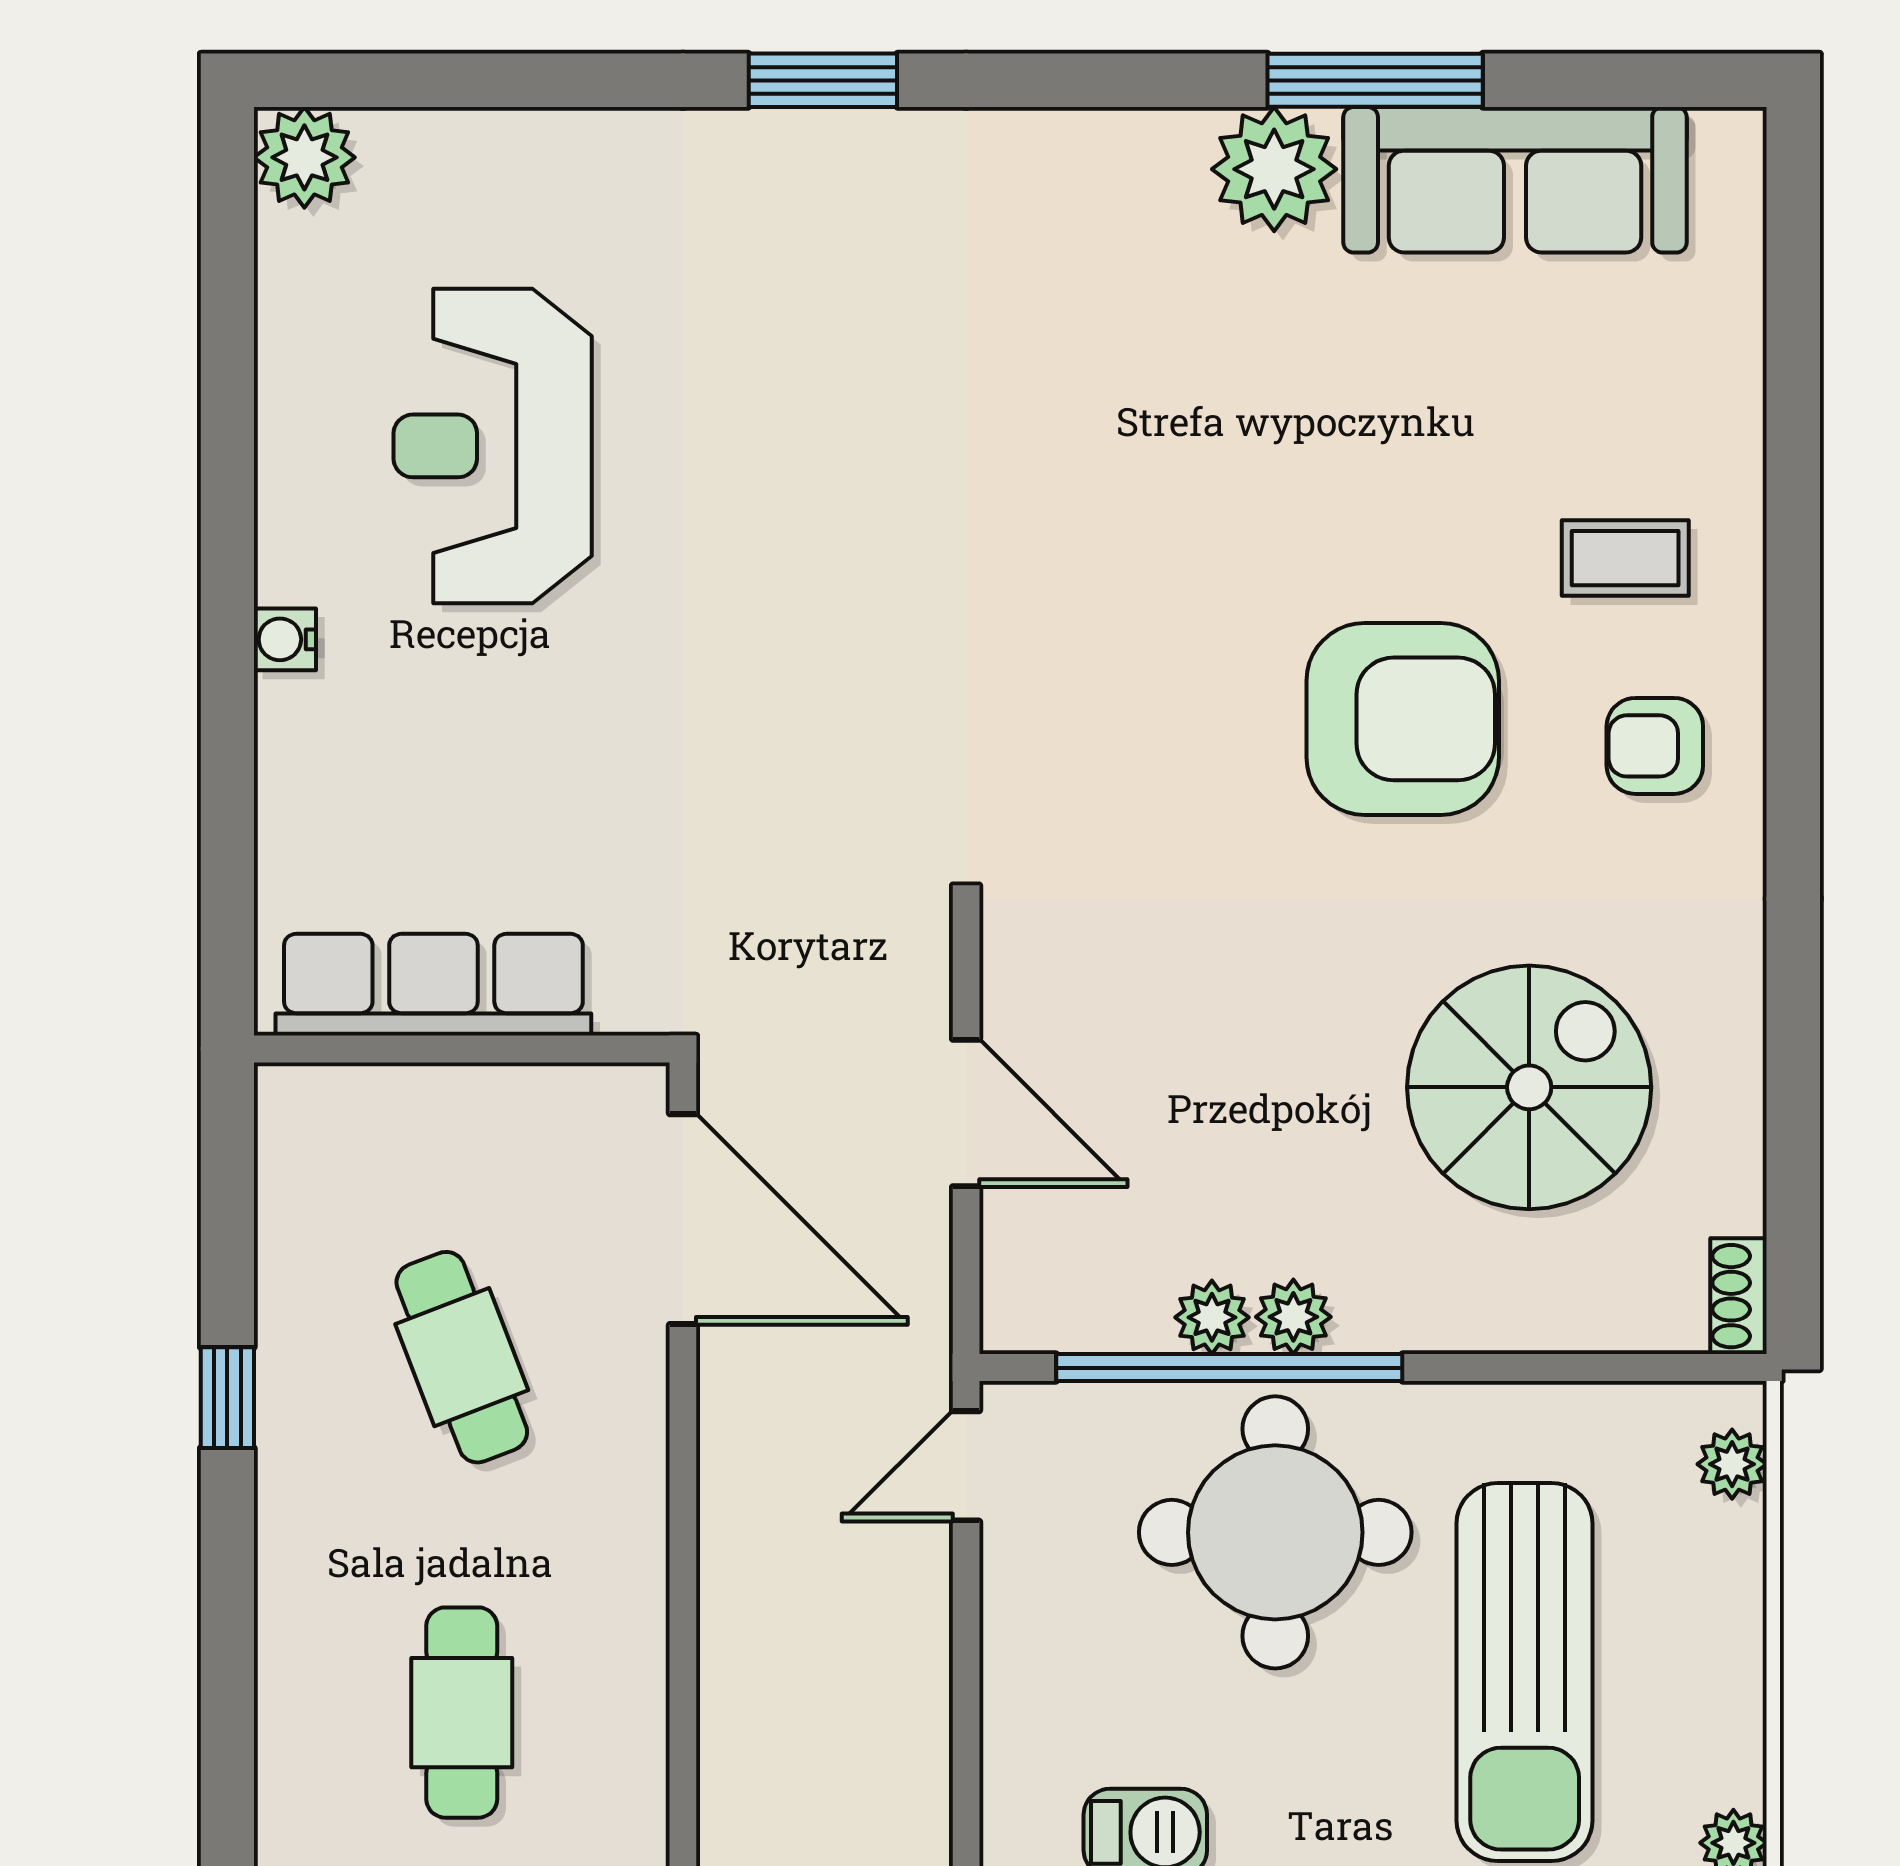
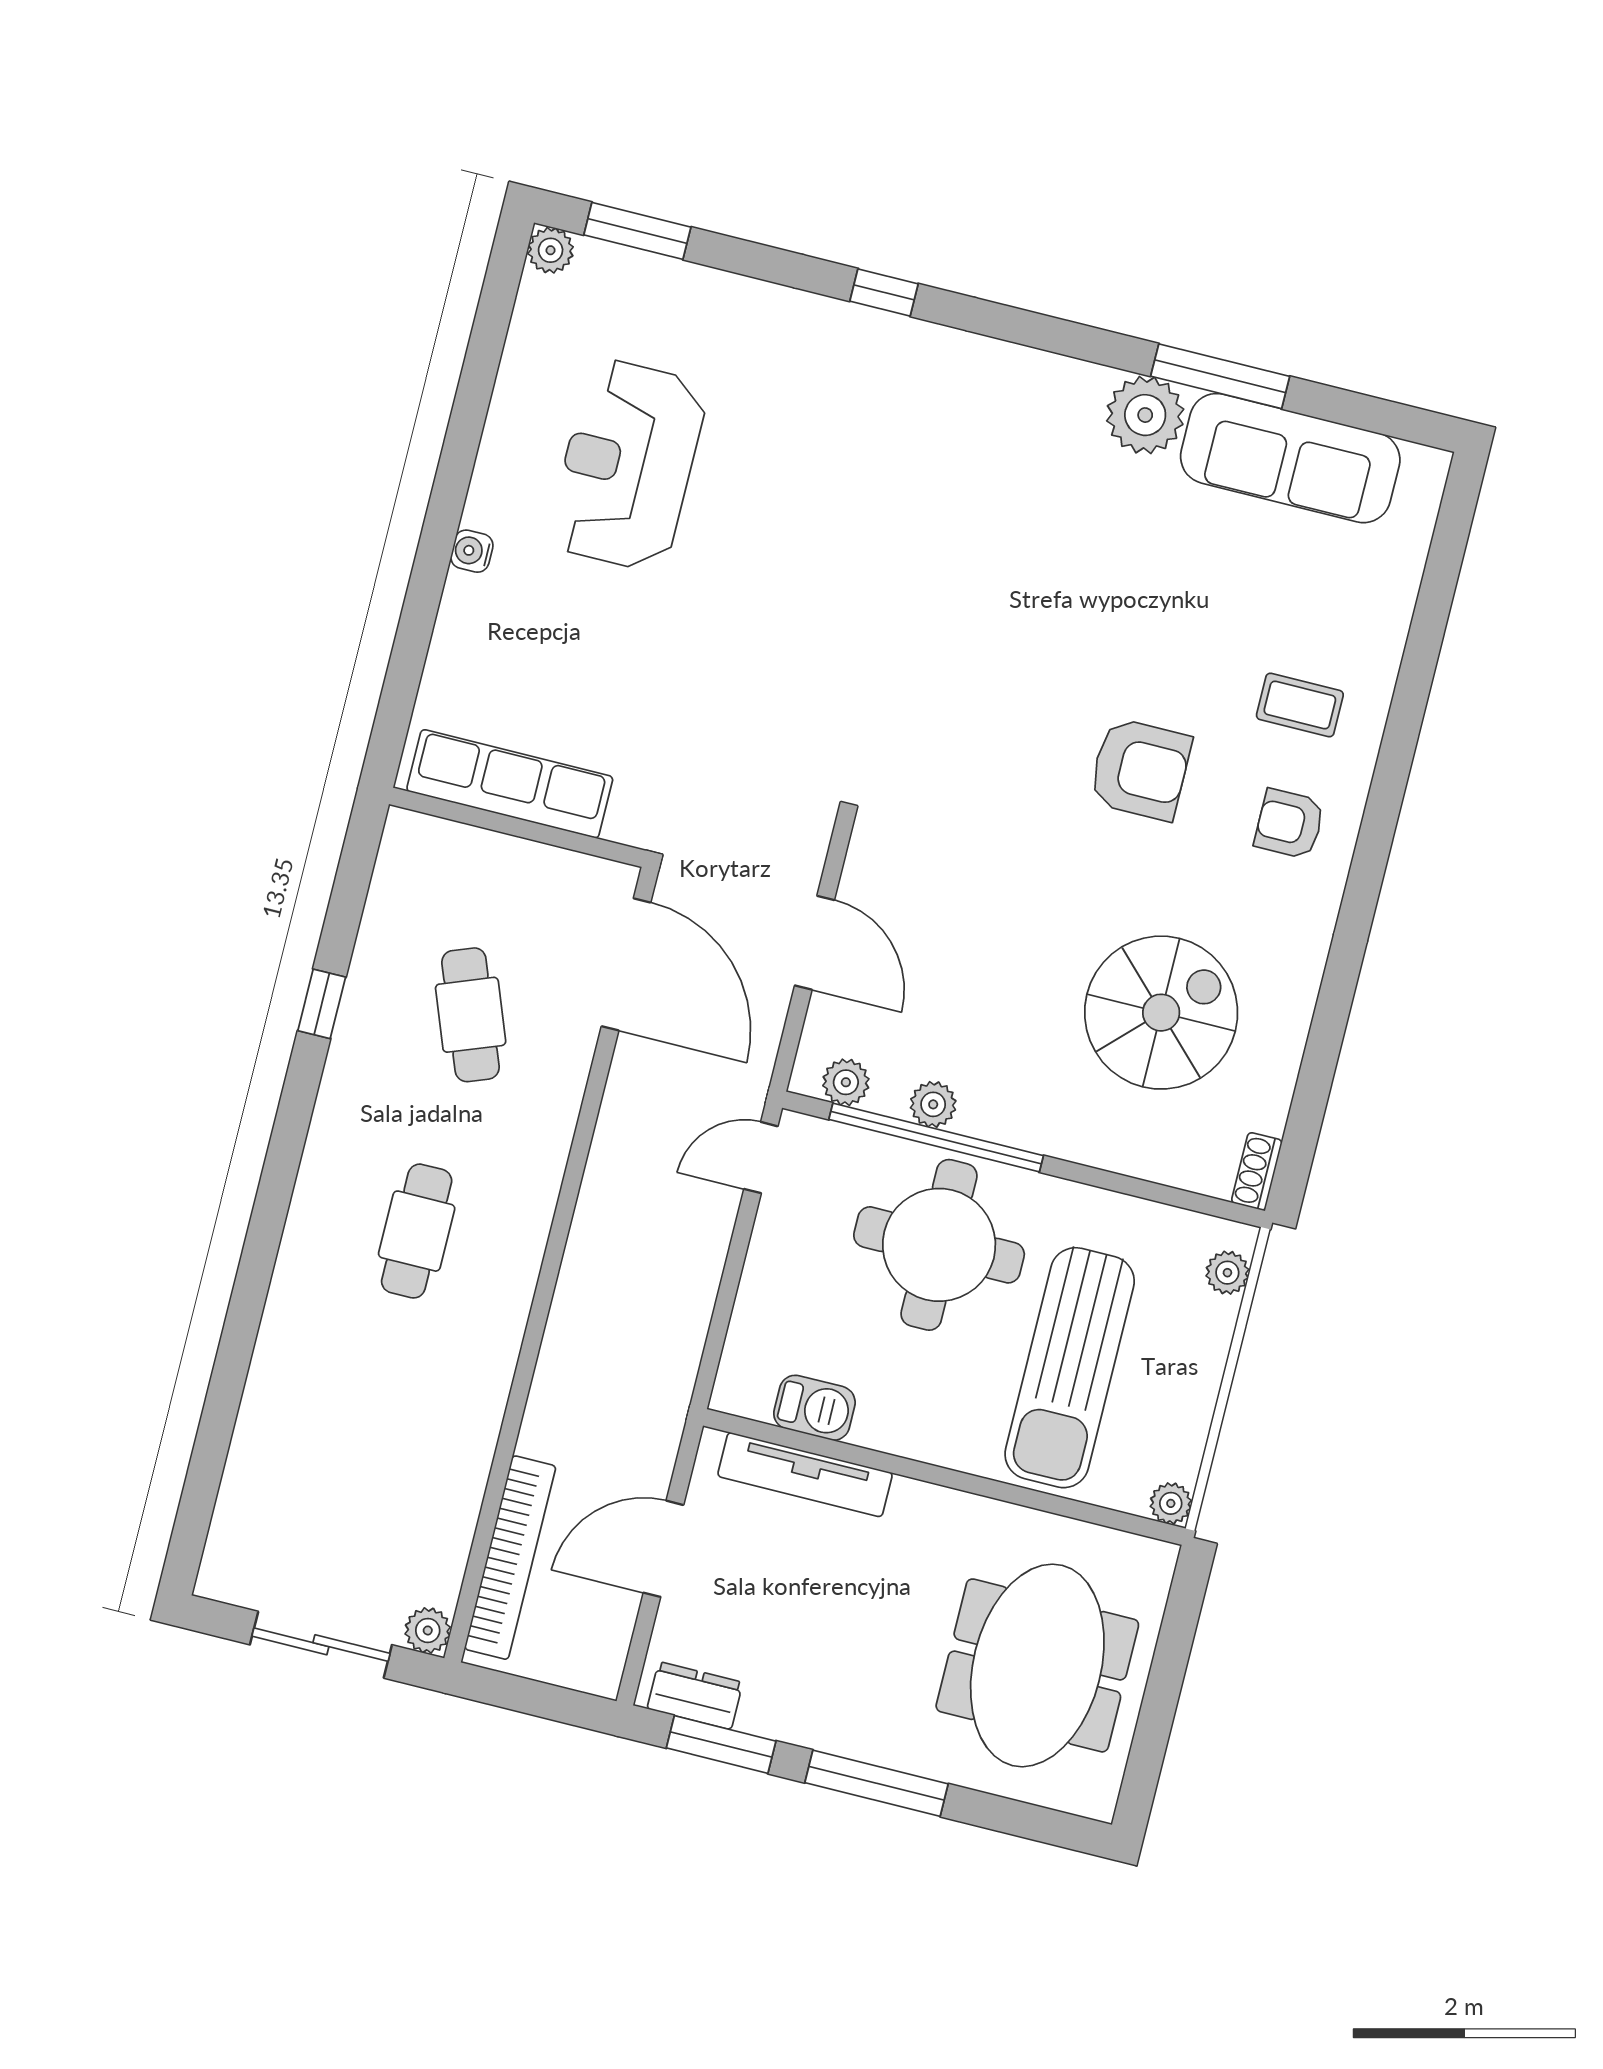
window: (418, 80) -> (637, 231), added
window: (823, 80) -> (884, 292), width x0.67
plant: (304, 157) -> (551, 250), width x0.73, depth x0.73
armchair: (1403, 719) -> (1140, 769), width x0.73, depth x0.73
plant: (1293, 1317) -> (846, 1082), moved

